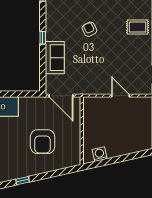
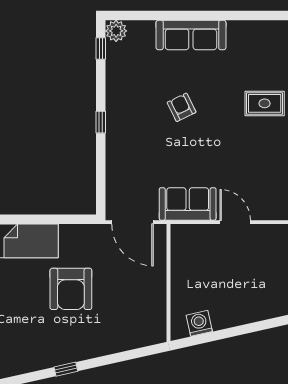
sofa: (55, 58) -> (188, 204), moved, turned -90
armchair: (43, 142) -> (71, 289), moved

